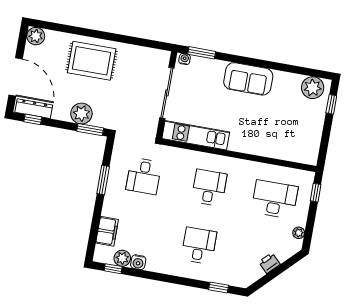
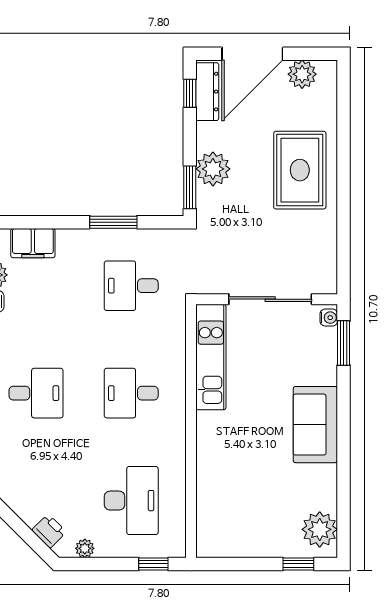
plant: (36, 36) -> (302, 74), moved
desk: (209, 188) -> (131, 393), turned 180
printer: (269, 263) -> (49, 531), moved

